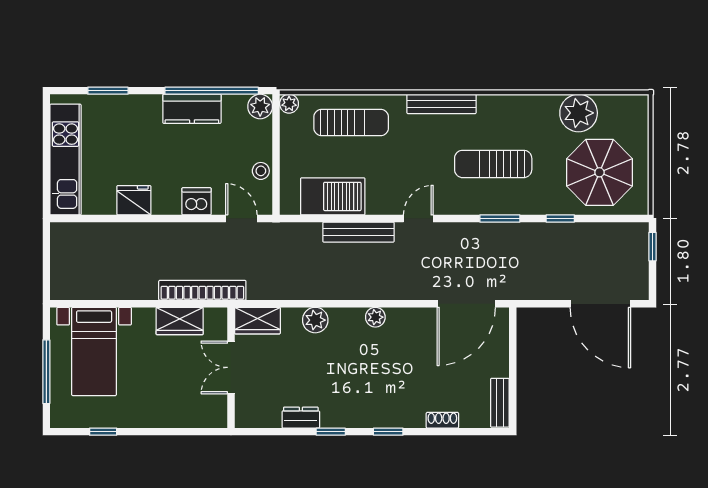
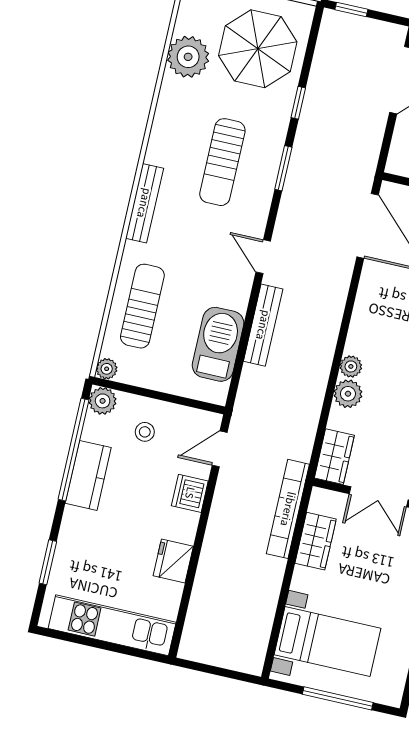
stool: (261, 171) -> (145, 432), moved
plant: (375, 317) -> (351, 366), moved

